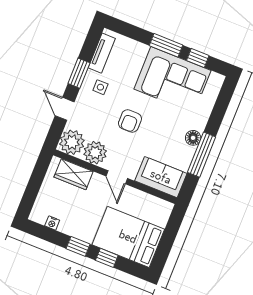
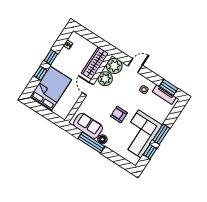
window: (79, 73) -> (169, 87), moved
armchair: (130, 121) -> (119, 114), moved
wardrobe: (74, 174) -> (95, 63), width x1.50
door: (117, 177) -> (88, 89), hinge flipped
sofa: (161, 177) -> (88, 126), moved, turned -90

